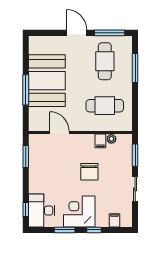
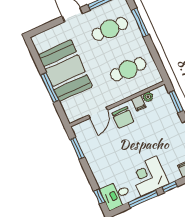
cafe table: (105, 61) -> (110, 29), turned 90
door: (59, 133) -> (98, 113), swing flipped
chair: (89, 172) -> (123, 117), moved
desk: (42, 211) -> (116, 195), width x0.73
window: (65, 230) -> (143, 199), width x1.44

